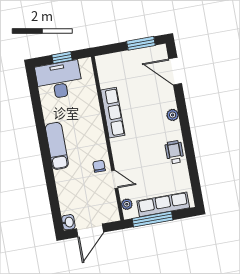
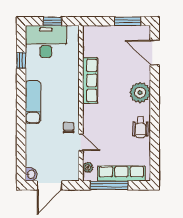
window: (37, 104) -> (21, 60), added
plant: (173, 115) -> (140, 93), width x1.88, depth x1.88
wheelchair: (174, 152) -> (140, 127), turned 180

